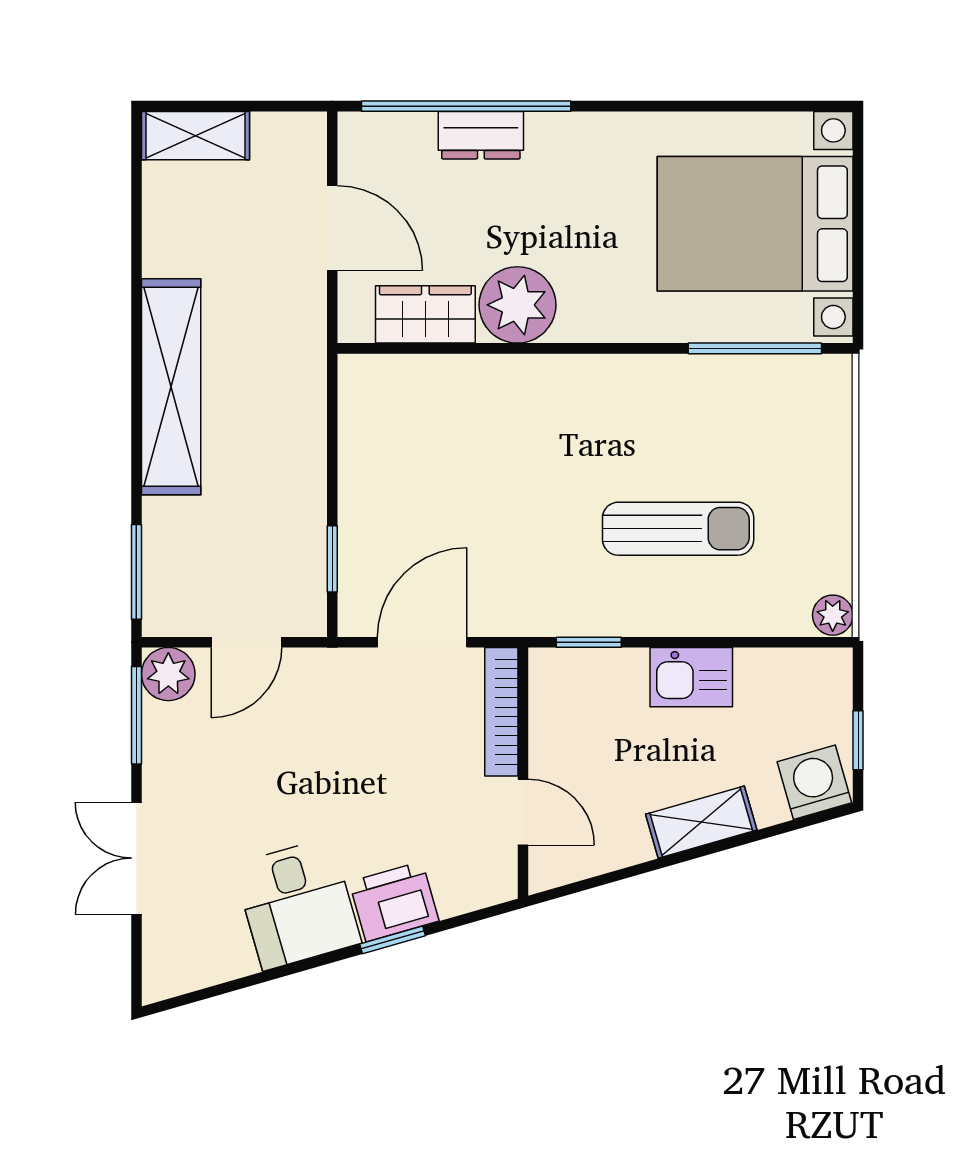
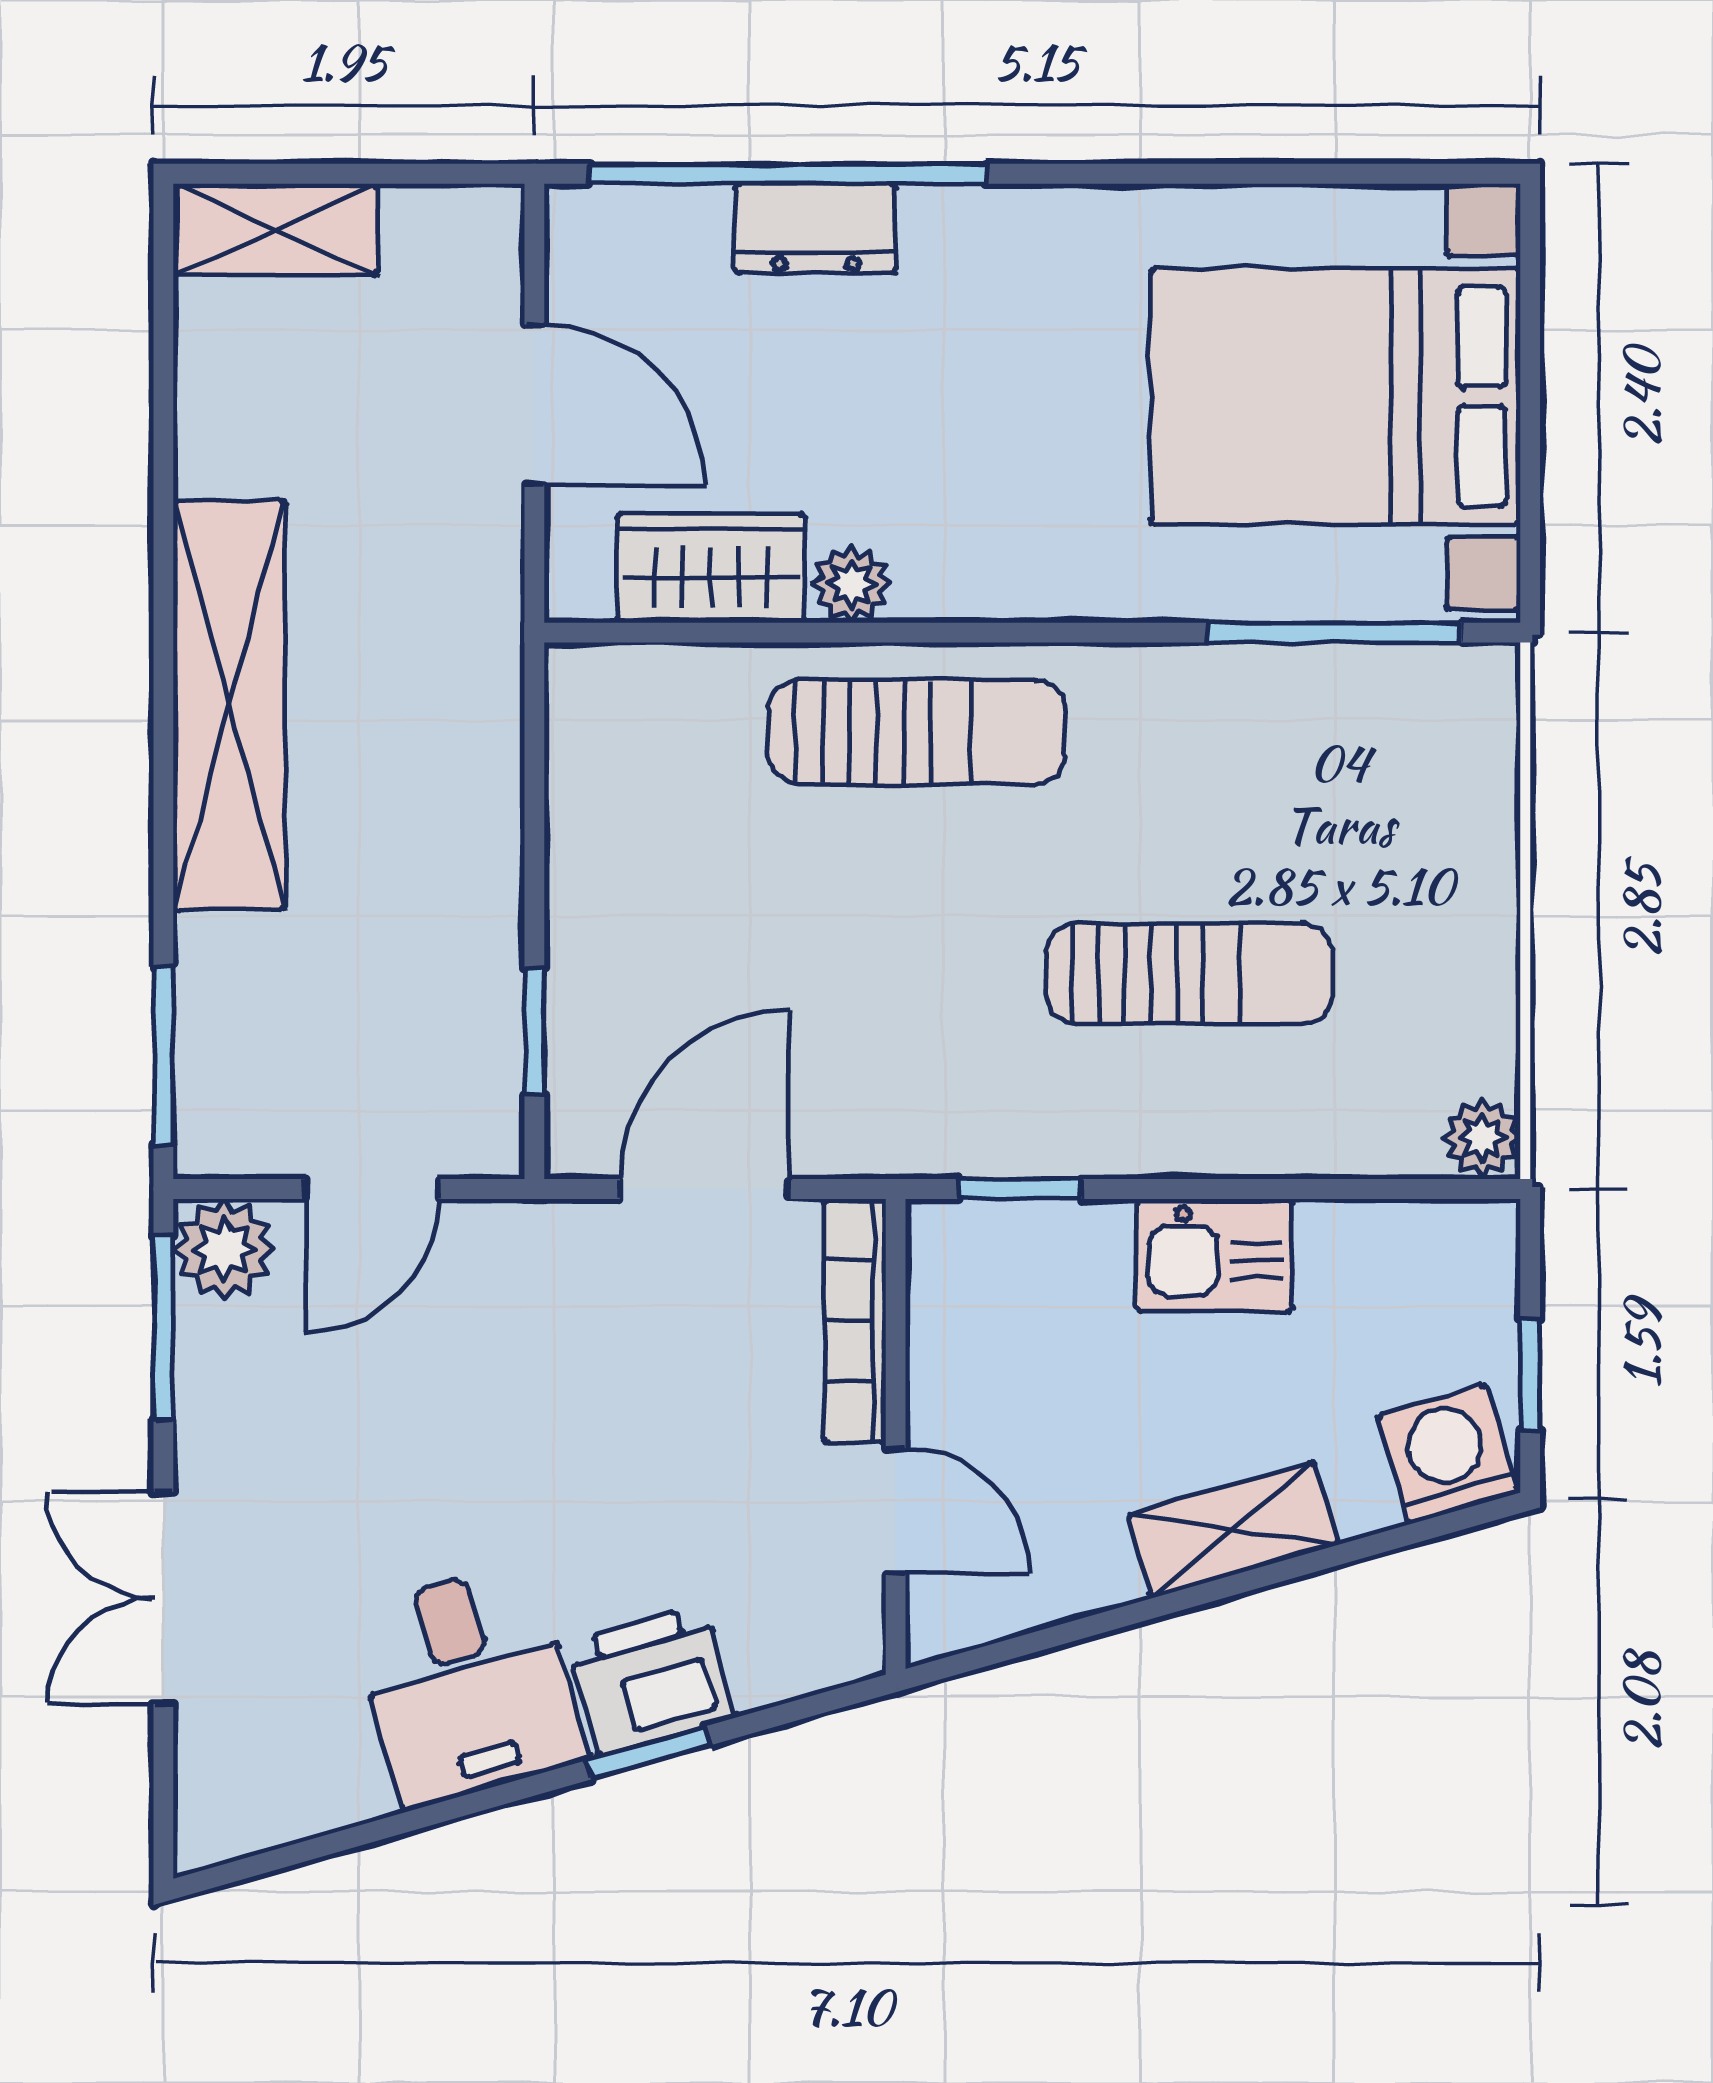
plant: (517, 305) -> (851, 584), width x0.53, depth x0.53
sun lounger: (534, 401) -> (917, 732), added

